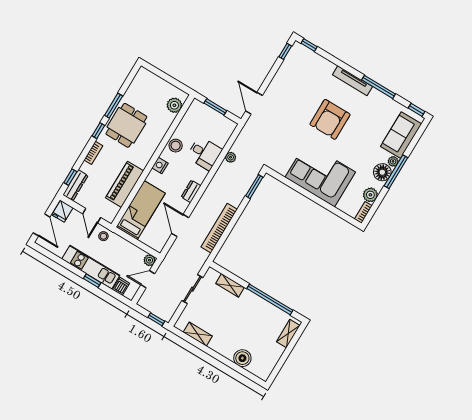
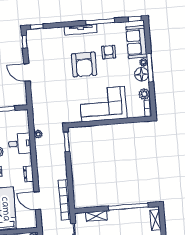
door: (254, 103) -> (27, 72), moved
armchair: (365, 125) -> (109, 52), added
bookcase: (219, 228) -> (65, 200), moved

